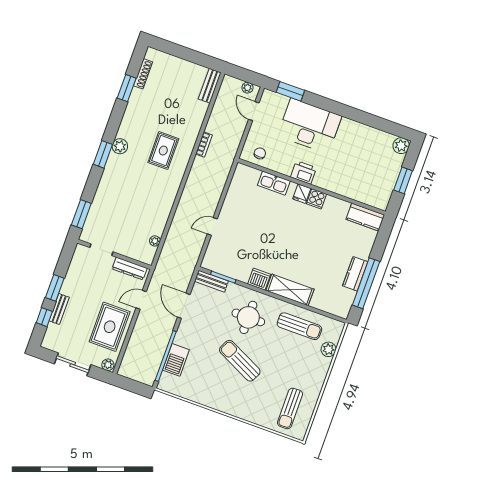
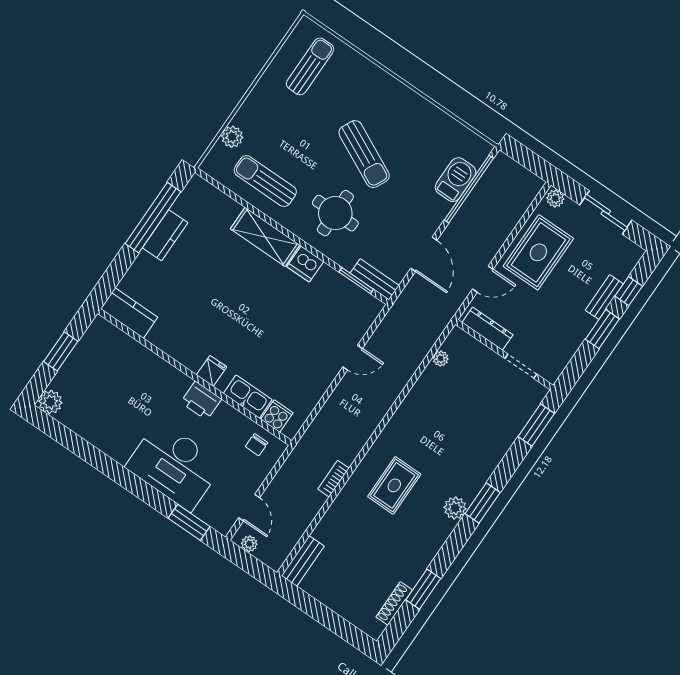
cooker: (317, 199) -> (277, 416), moved

